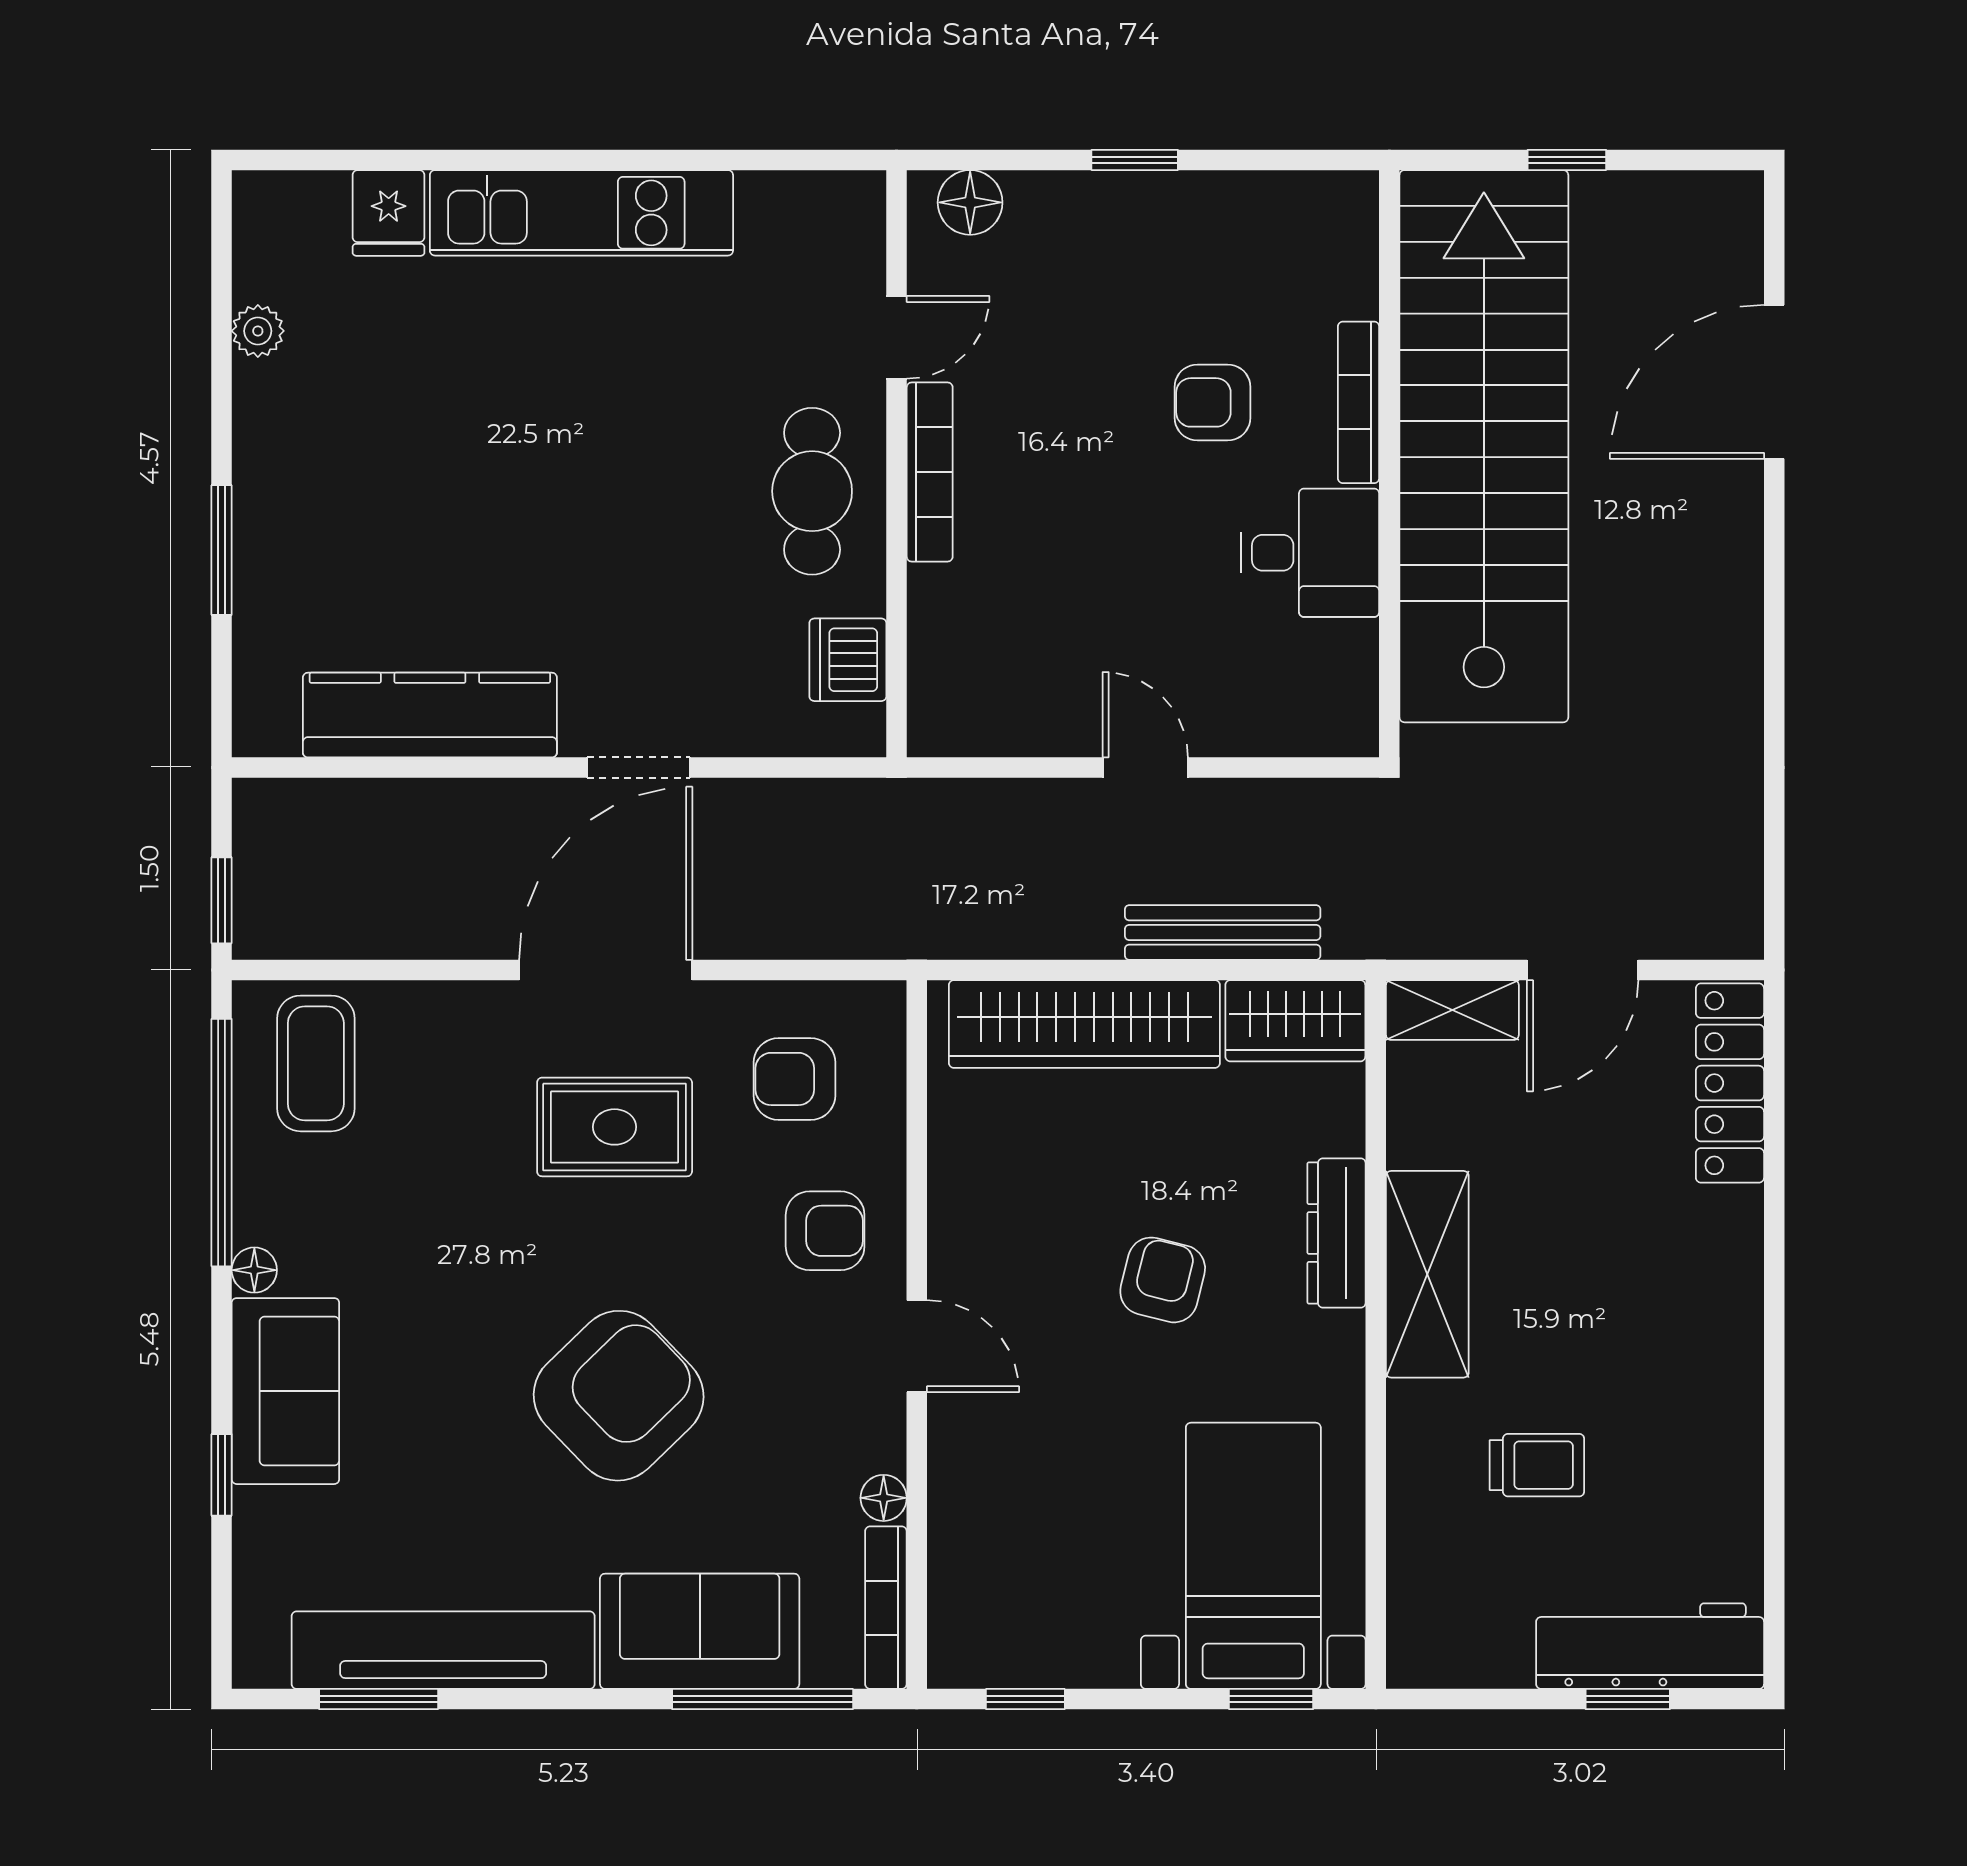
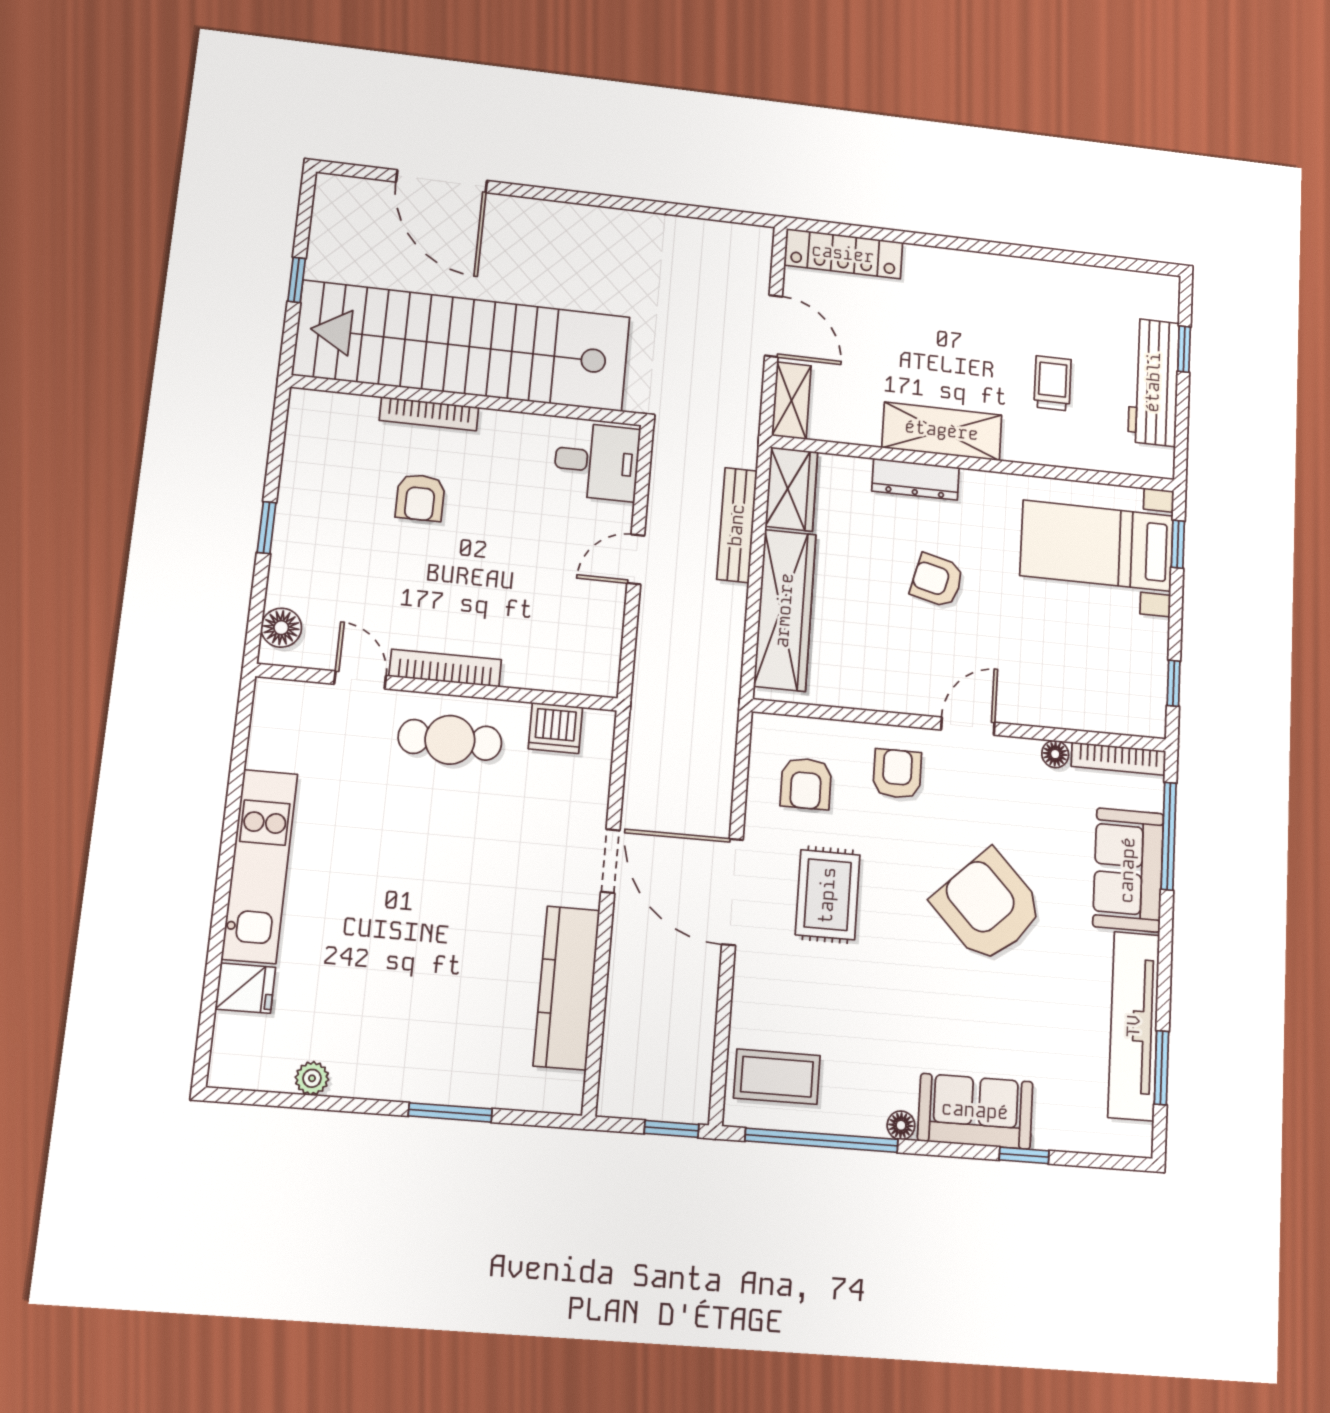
desk: (1310, 553) -> (597, 462), moved, turned 90
workbench: (1650, 1646) -> (1154, 382), moved

